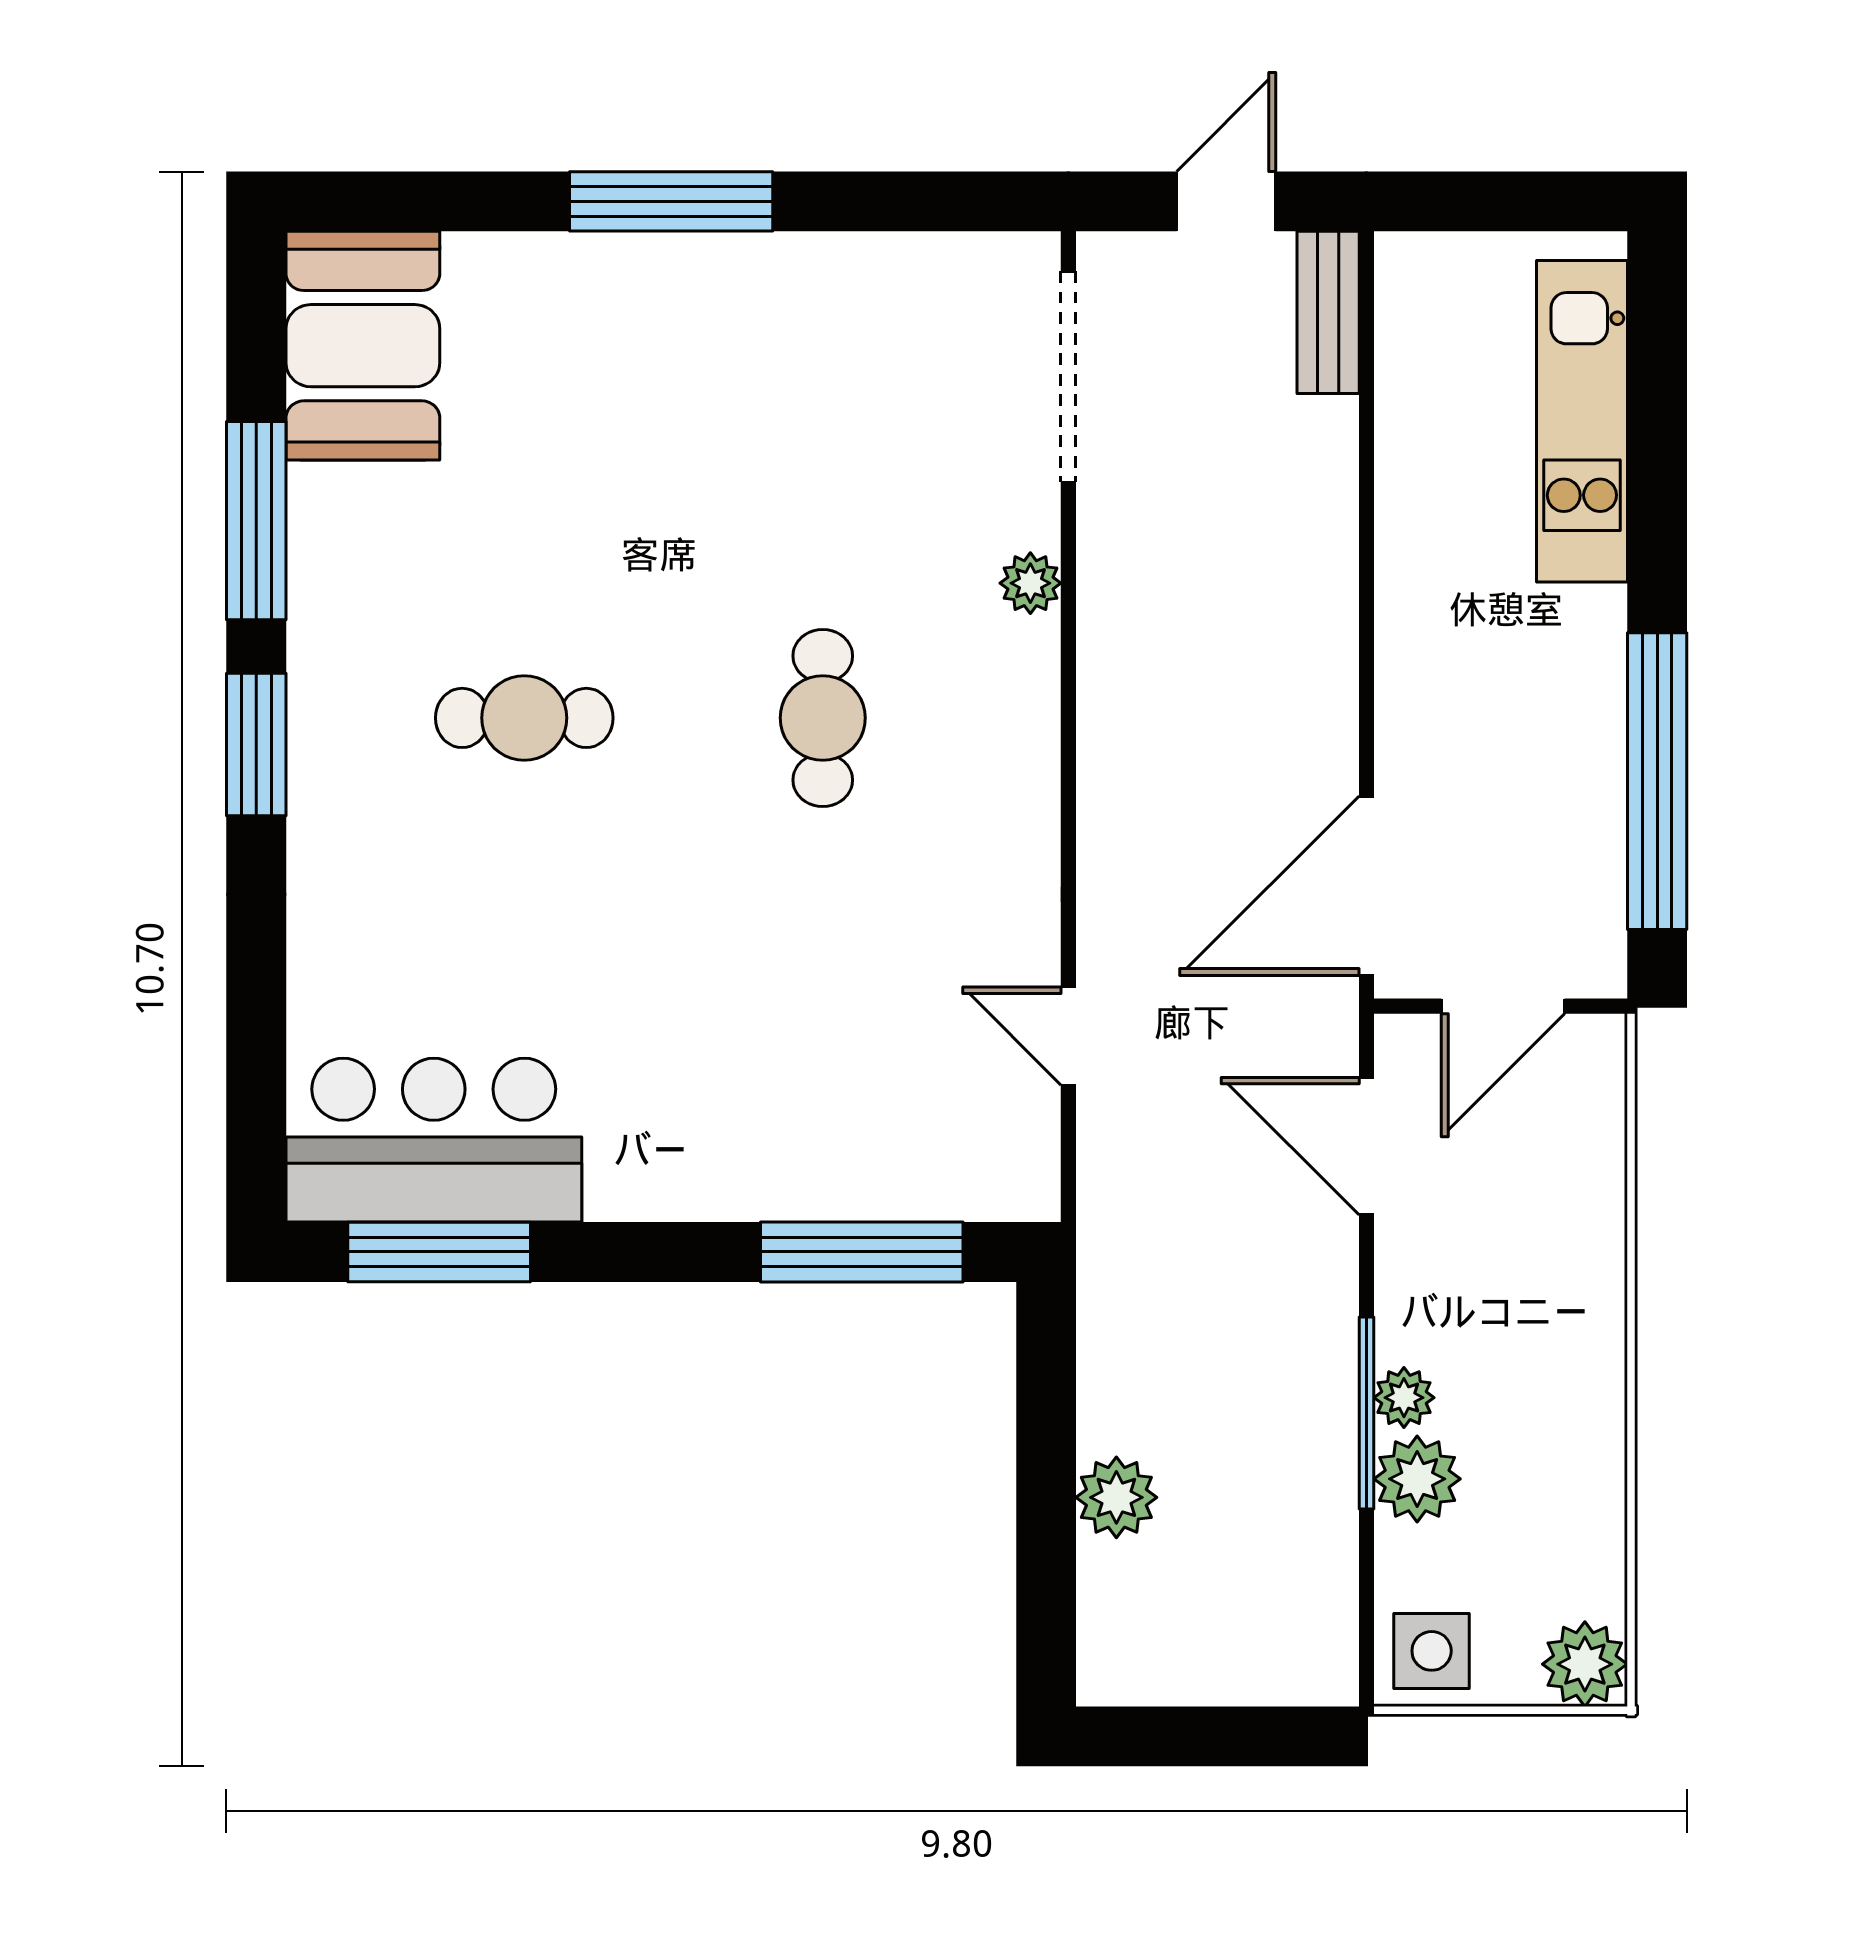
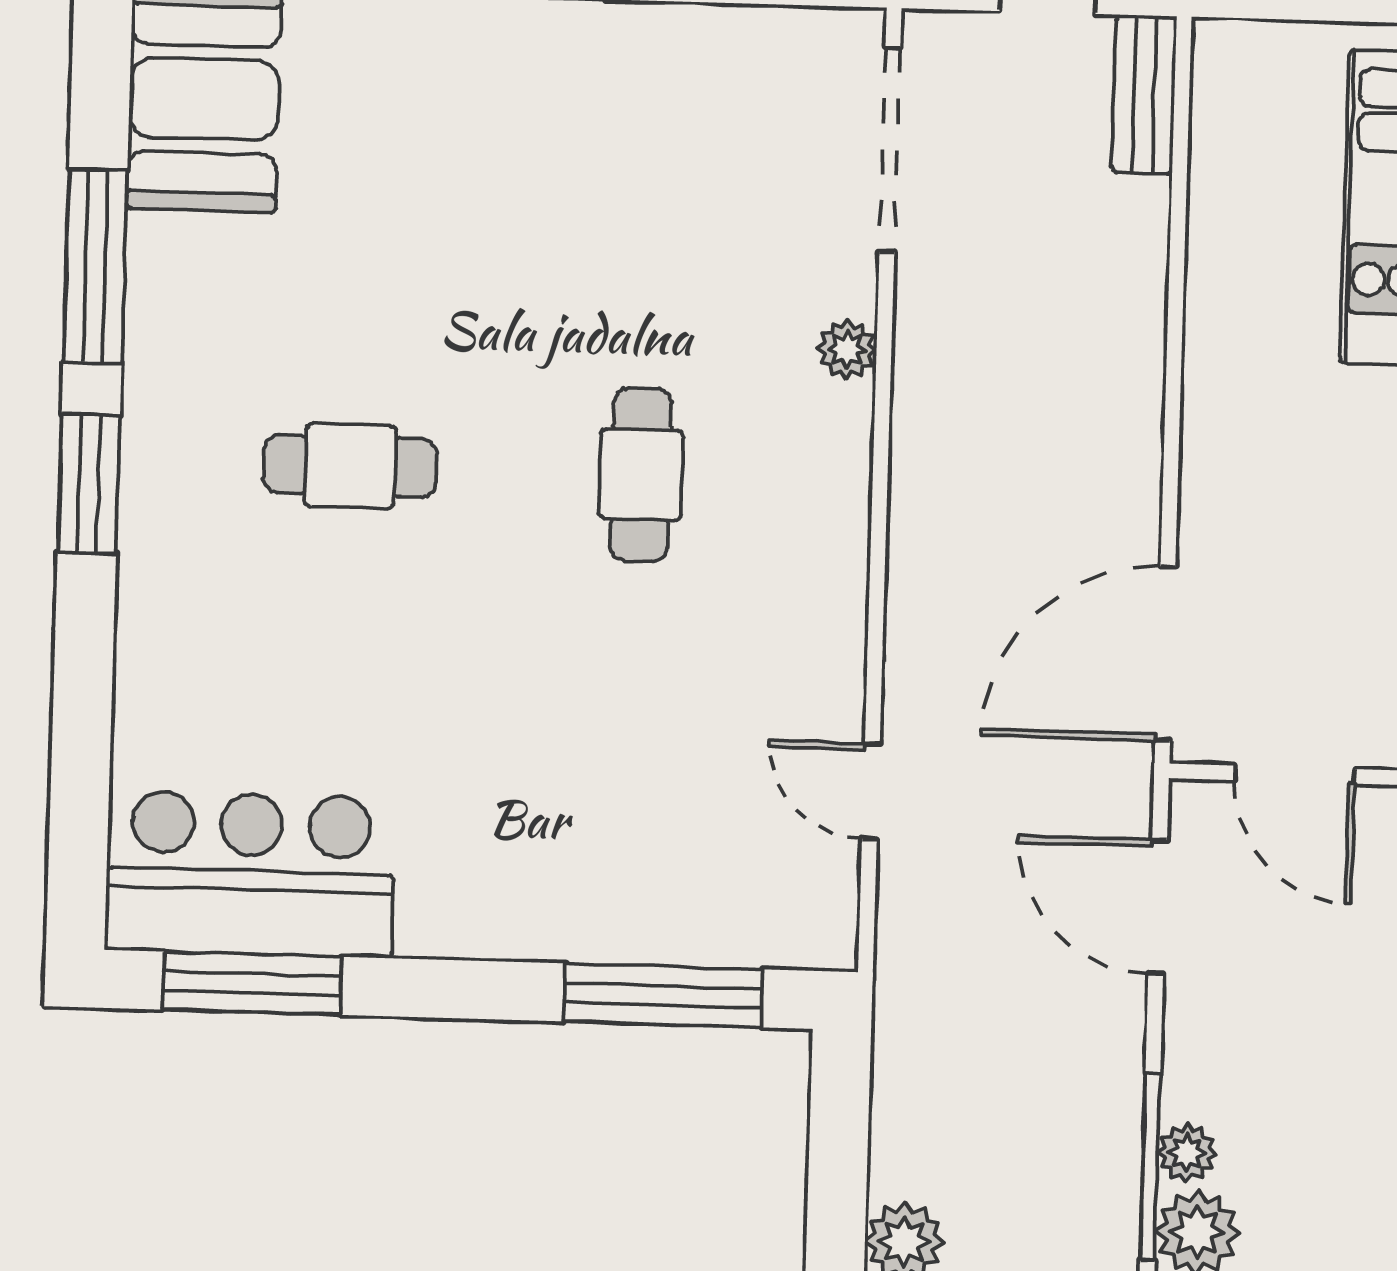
door: (1503, 1006) -> (1295, 775), hinge flipped

